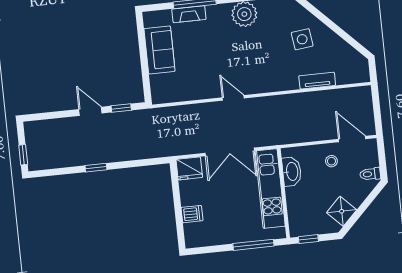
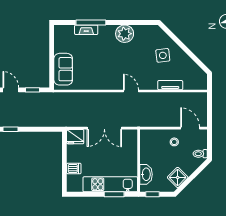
sofa: (159, 50) -> (63, 69), moved
door: (233, 98) -> (131, 91), moved
washbasin: (292, 171) -> (146, 174), moved
kitchen unit: (270, 189) -> (110, 184), moved, turned 90
window: (253, 245) -> (114, 194), width x0.69

